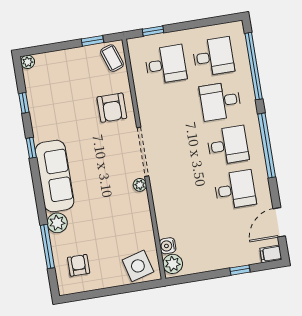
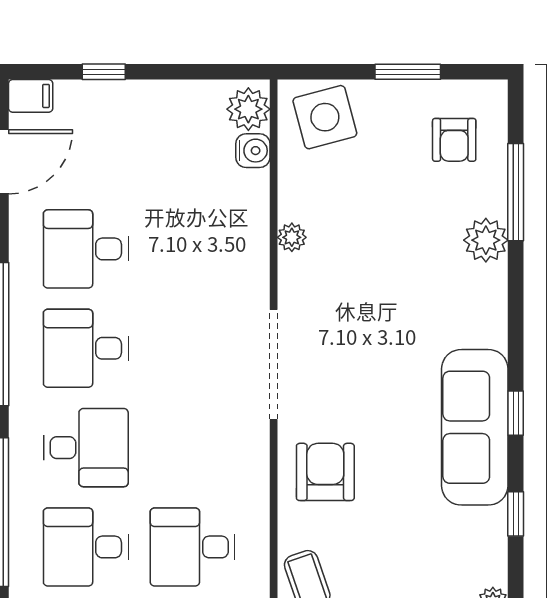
sofa: (55, 176) -> (475, 427), moved
plant: (140, 185) -> (292, 237), moved
window: (104, 292) -> (408, 72), added

